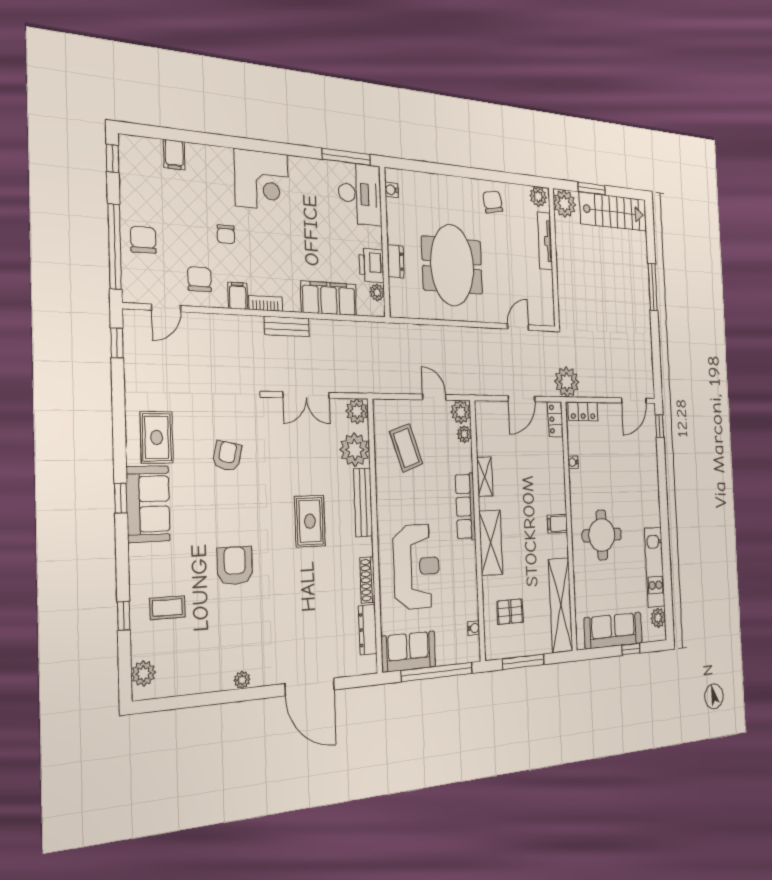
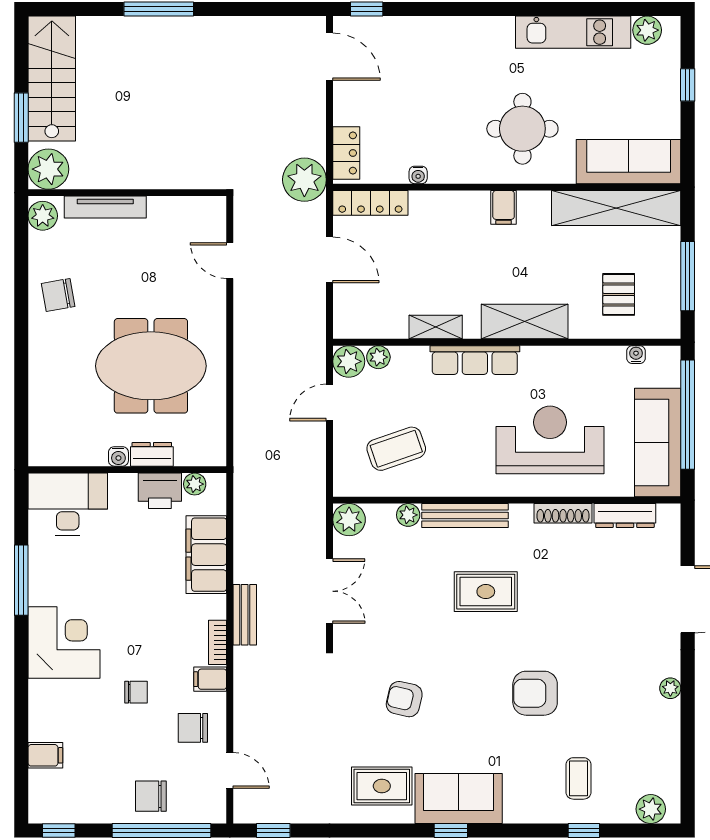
window: (346, 157) -> (21, 580), moved
water cooler: (392, 190) -> (118, 456), moved
locker: (555, 419) -> (370, 203), width x1.53
plant: (355, 450) -> (408, 515), width x0.53, depth x0.53
sofa: (613, 630) -> (629, 162), moved, turned 90
sofa: (408, 652) -> (658, 442), width x1.36

